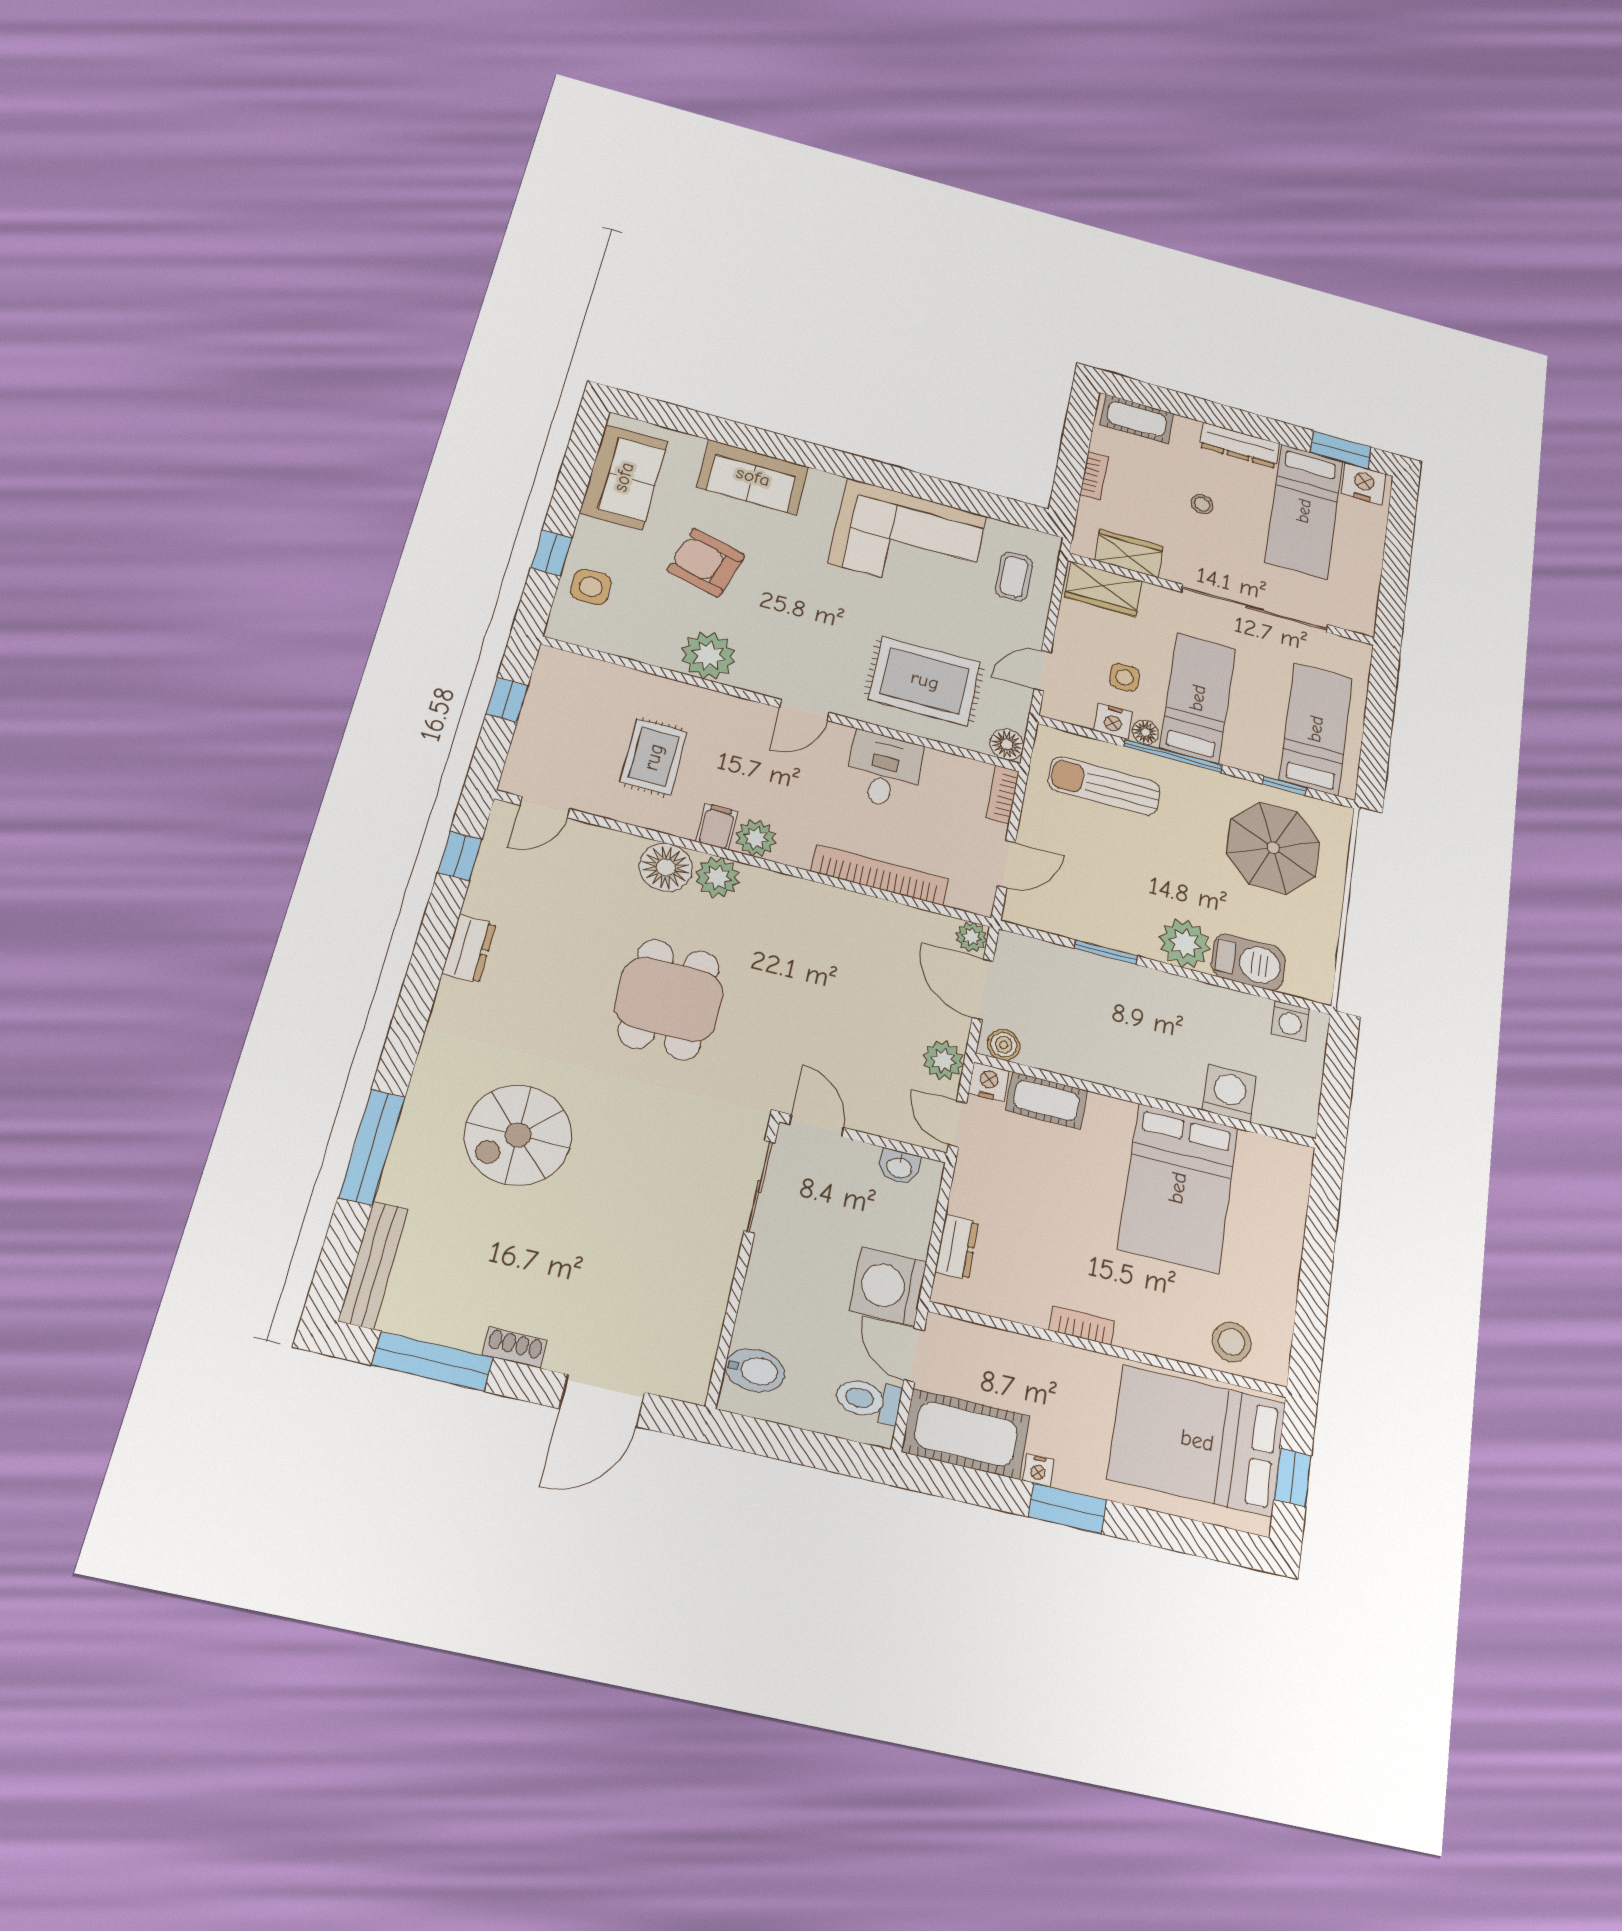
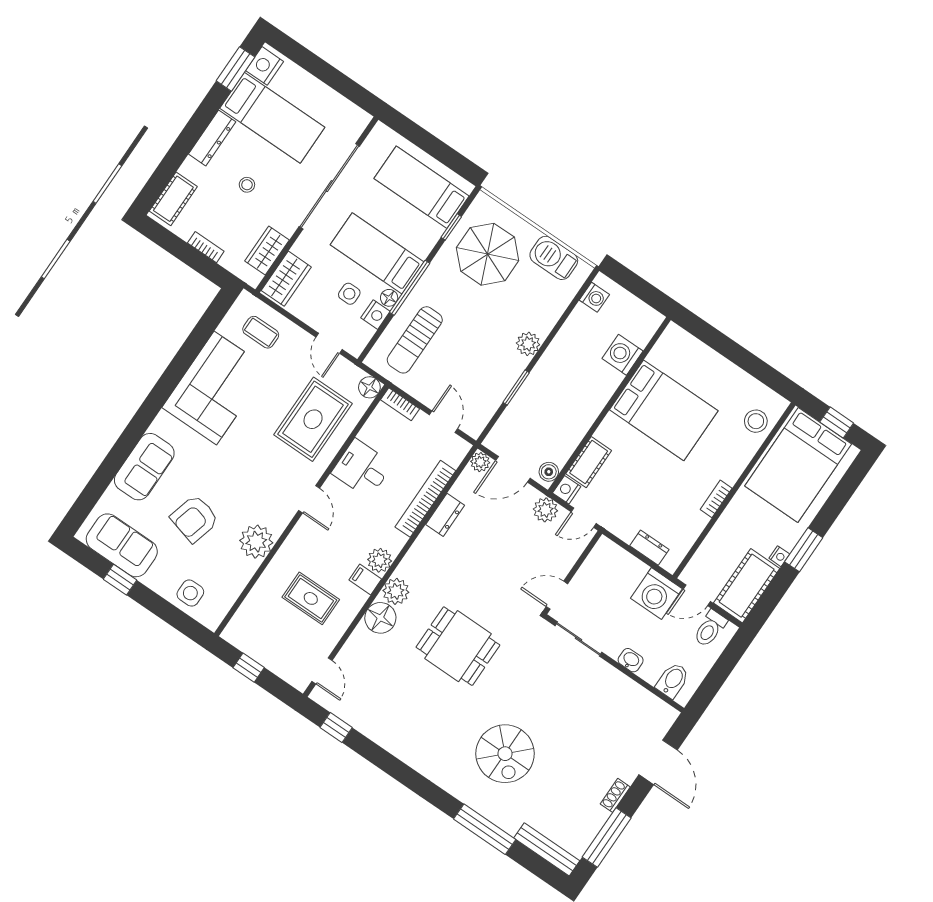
window: (551, 553) -> (120, 580), moved
plant: (1185, 943) -> (528, 344), width x0.73, depth x0.73
dresser: (469, 949) -> (445, 515), moved, turned 90
barbecue: (1248, 962) -> (554, 258), moved, turned -90
washbasin: (899, 1167) -> (631, 660), moved, turned -90

